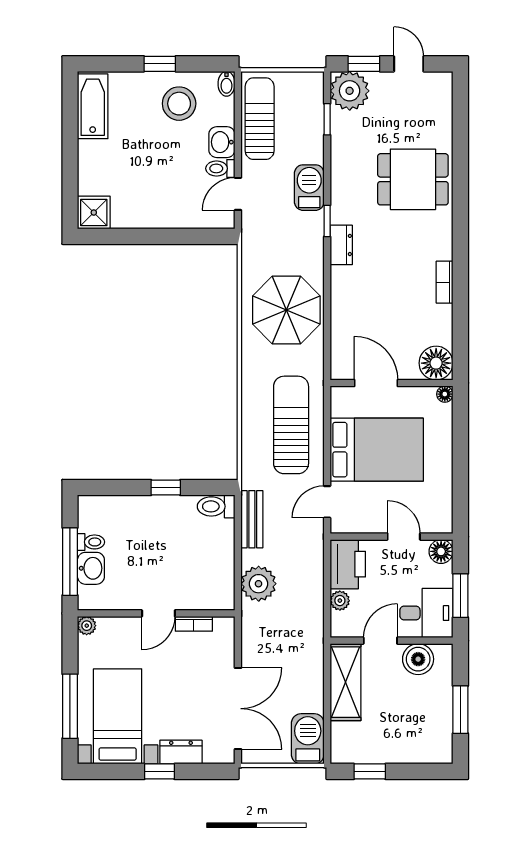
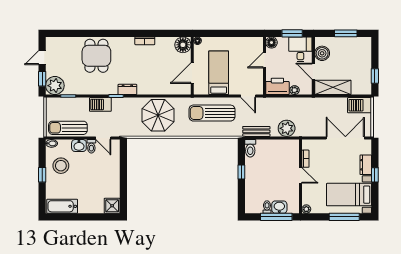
bed: (377, 450) -> (219, 73), width x0.67

